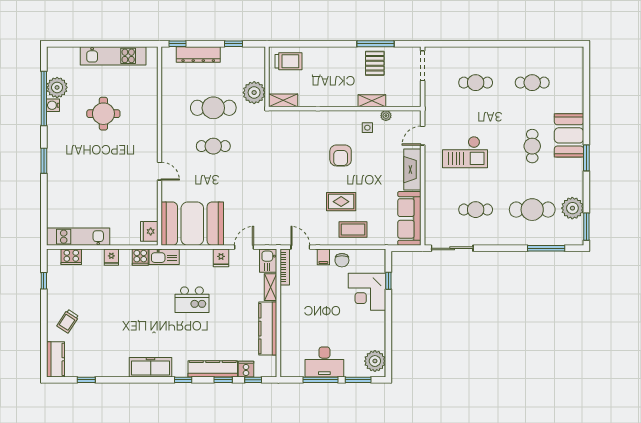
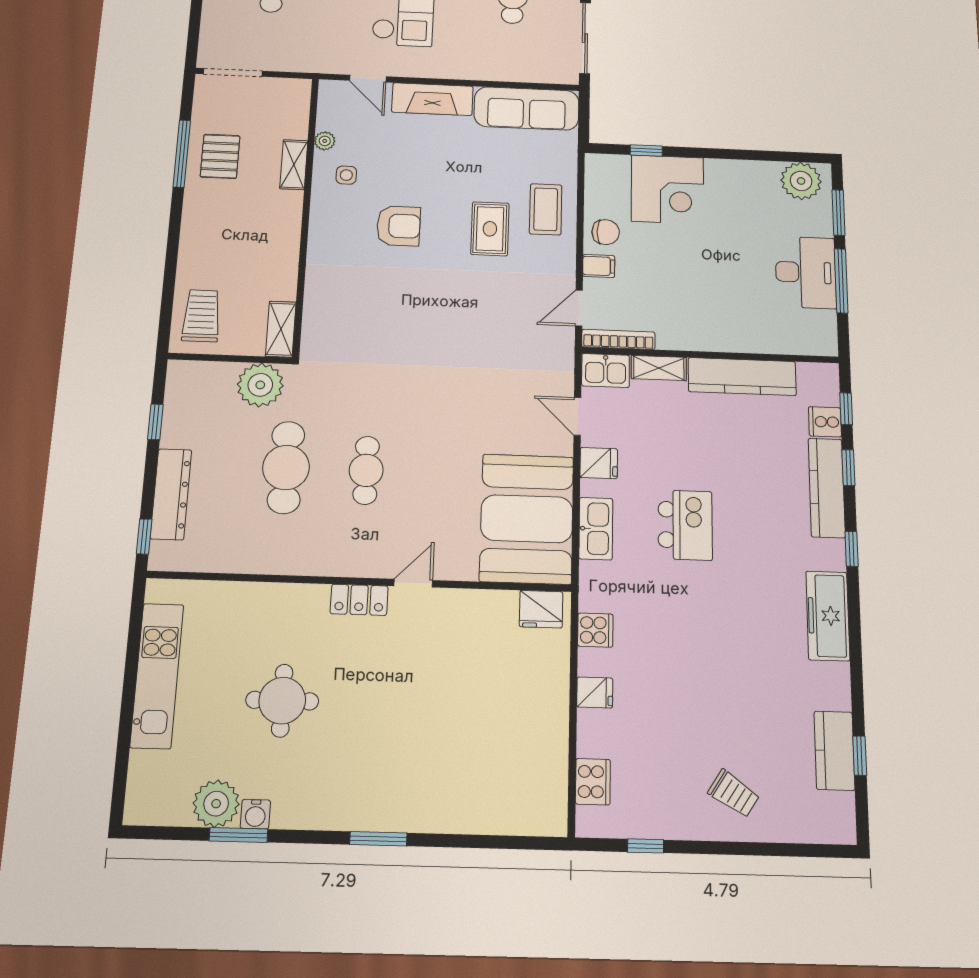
pallet: (375, 63) -> (220, 156), turned 90
window: (44, 98) -> (239, 835), width x0.47
locker: (151, 146) -> (359, 600), added
kitchen unit: (78, 237) -> (549, 765), removed
kitchen sink: (164, 257) -> (596, 529), moved
kitchen counter: (56, 359) -> (834, 751), moved, turned -90

